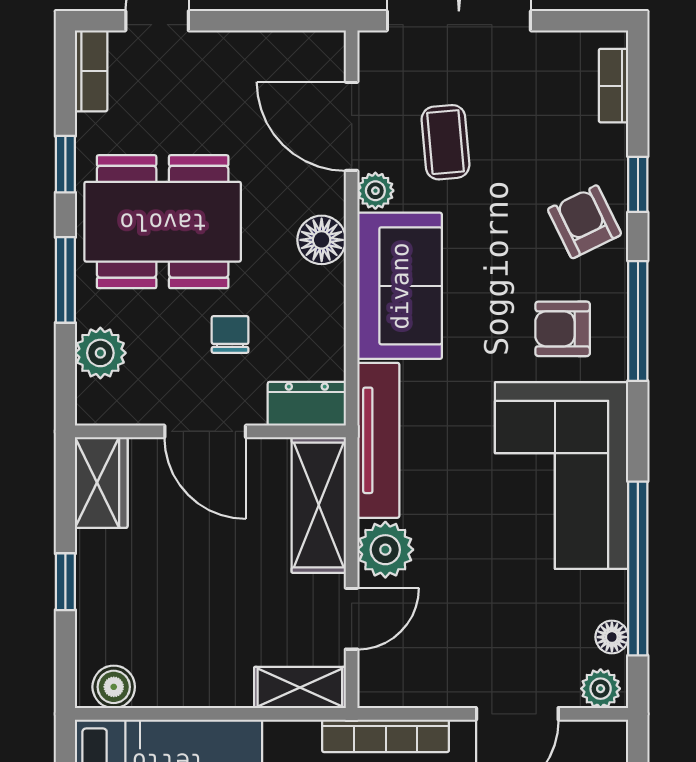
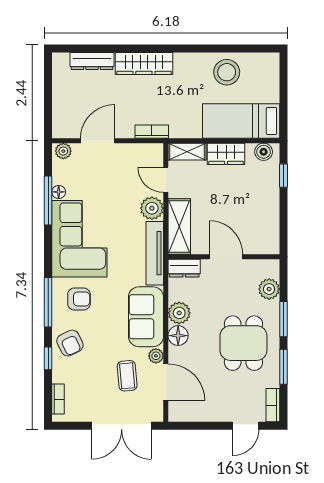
window: (65, 164) -> (283, 367), width x1.50
dining table: (163, 222) -> (243, 343), width x0.73
plant: (319, 295) -> (179, 313), added
chair: (230, 334) -> (216, 297), removed
wardrobe: (101, 483) -> (226, 154), moved, turned -90
window: (638, 568) -> (48, 200), width x0.68
window: (65, 582) -> (283, 176), moved
door: (352, 619) -> (166, 180), hinge flipped
floor lamp: (612, 637) -> (59, 192), moved
bookcase: (386, 736) -> (152, 132), width x0.64

